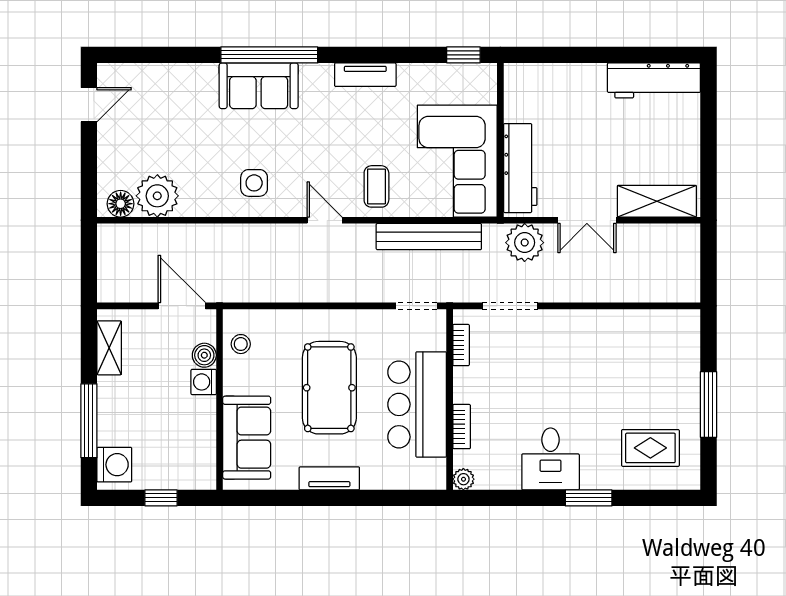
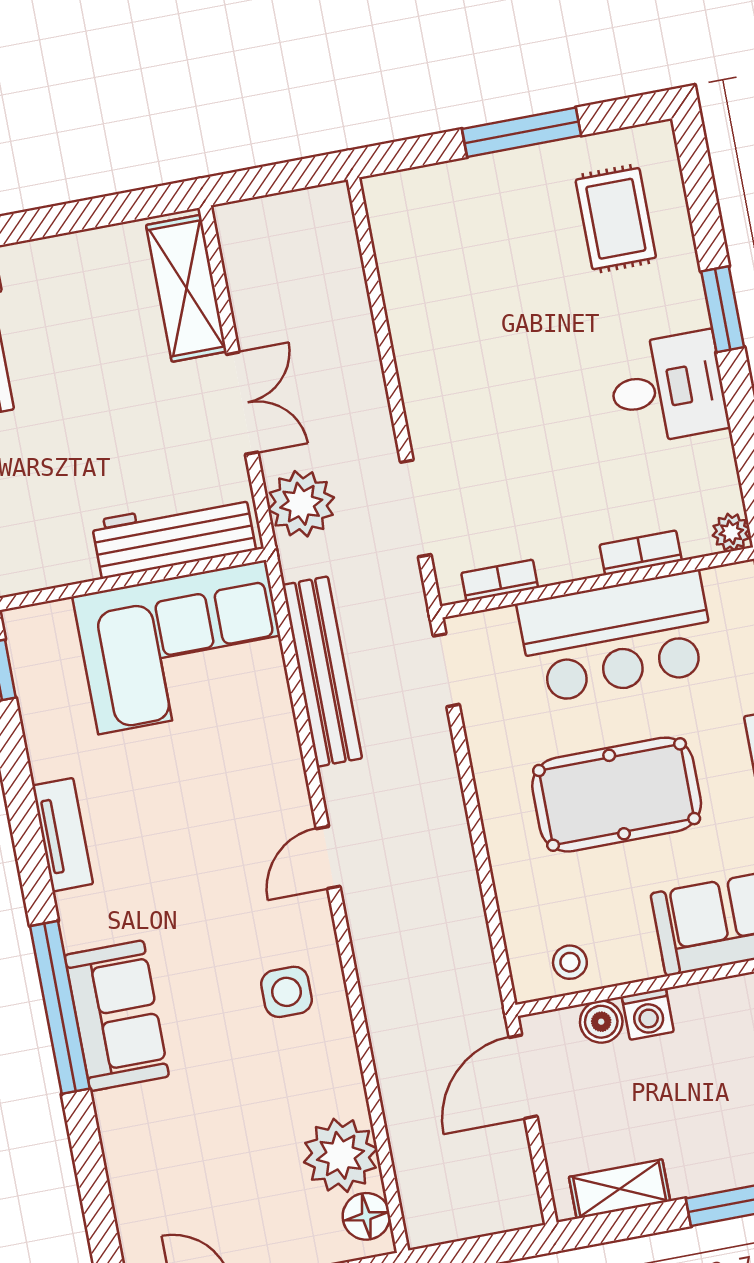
coffee table: (376, 186) -> (253, 779), removed

